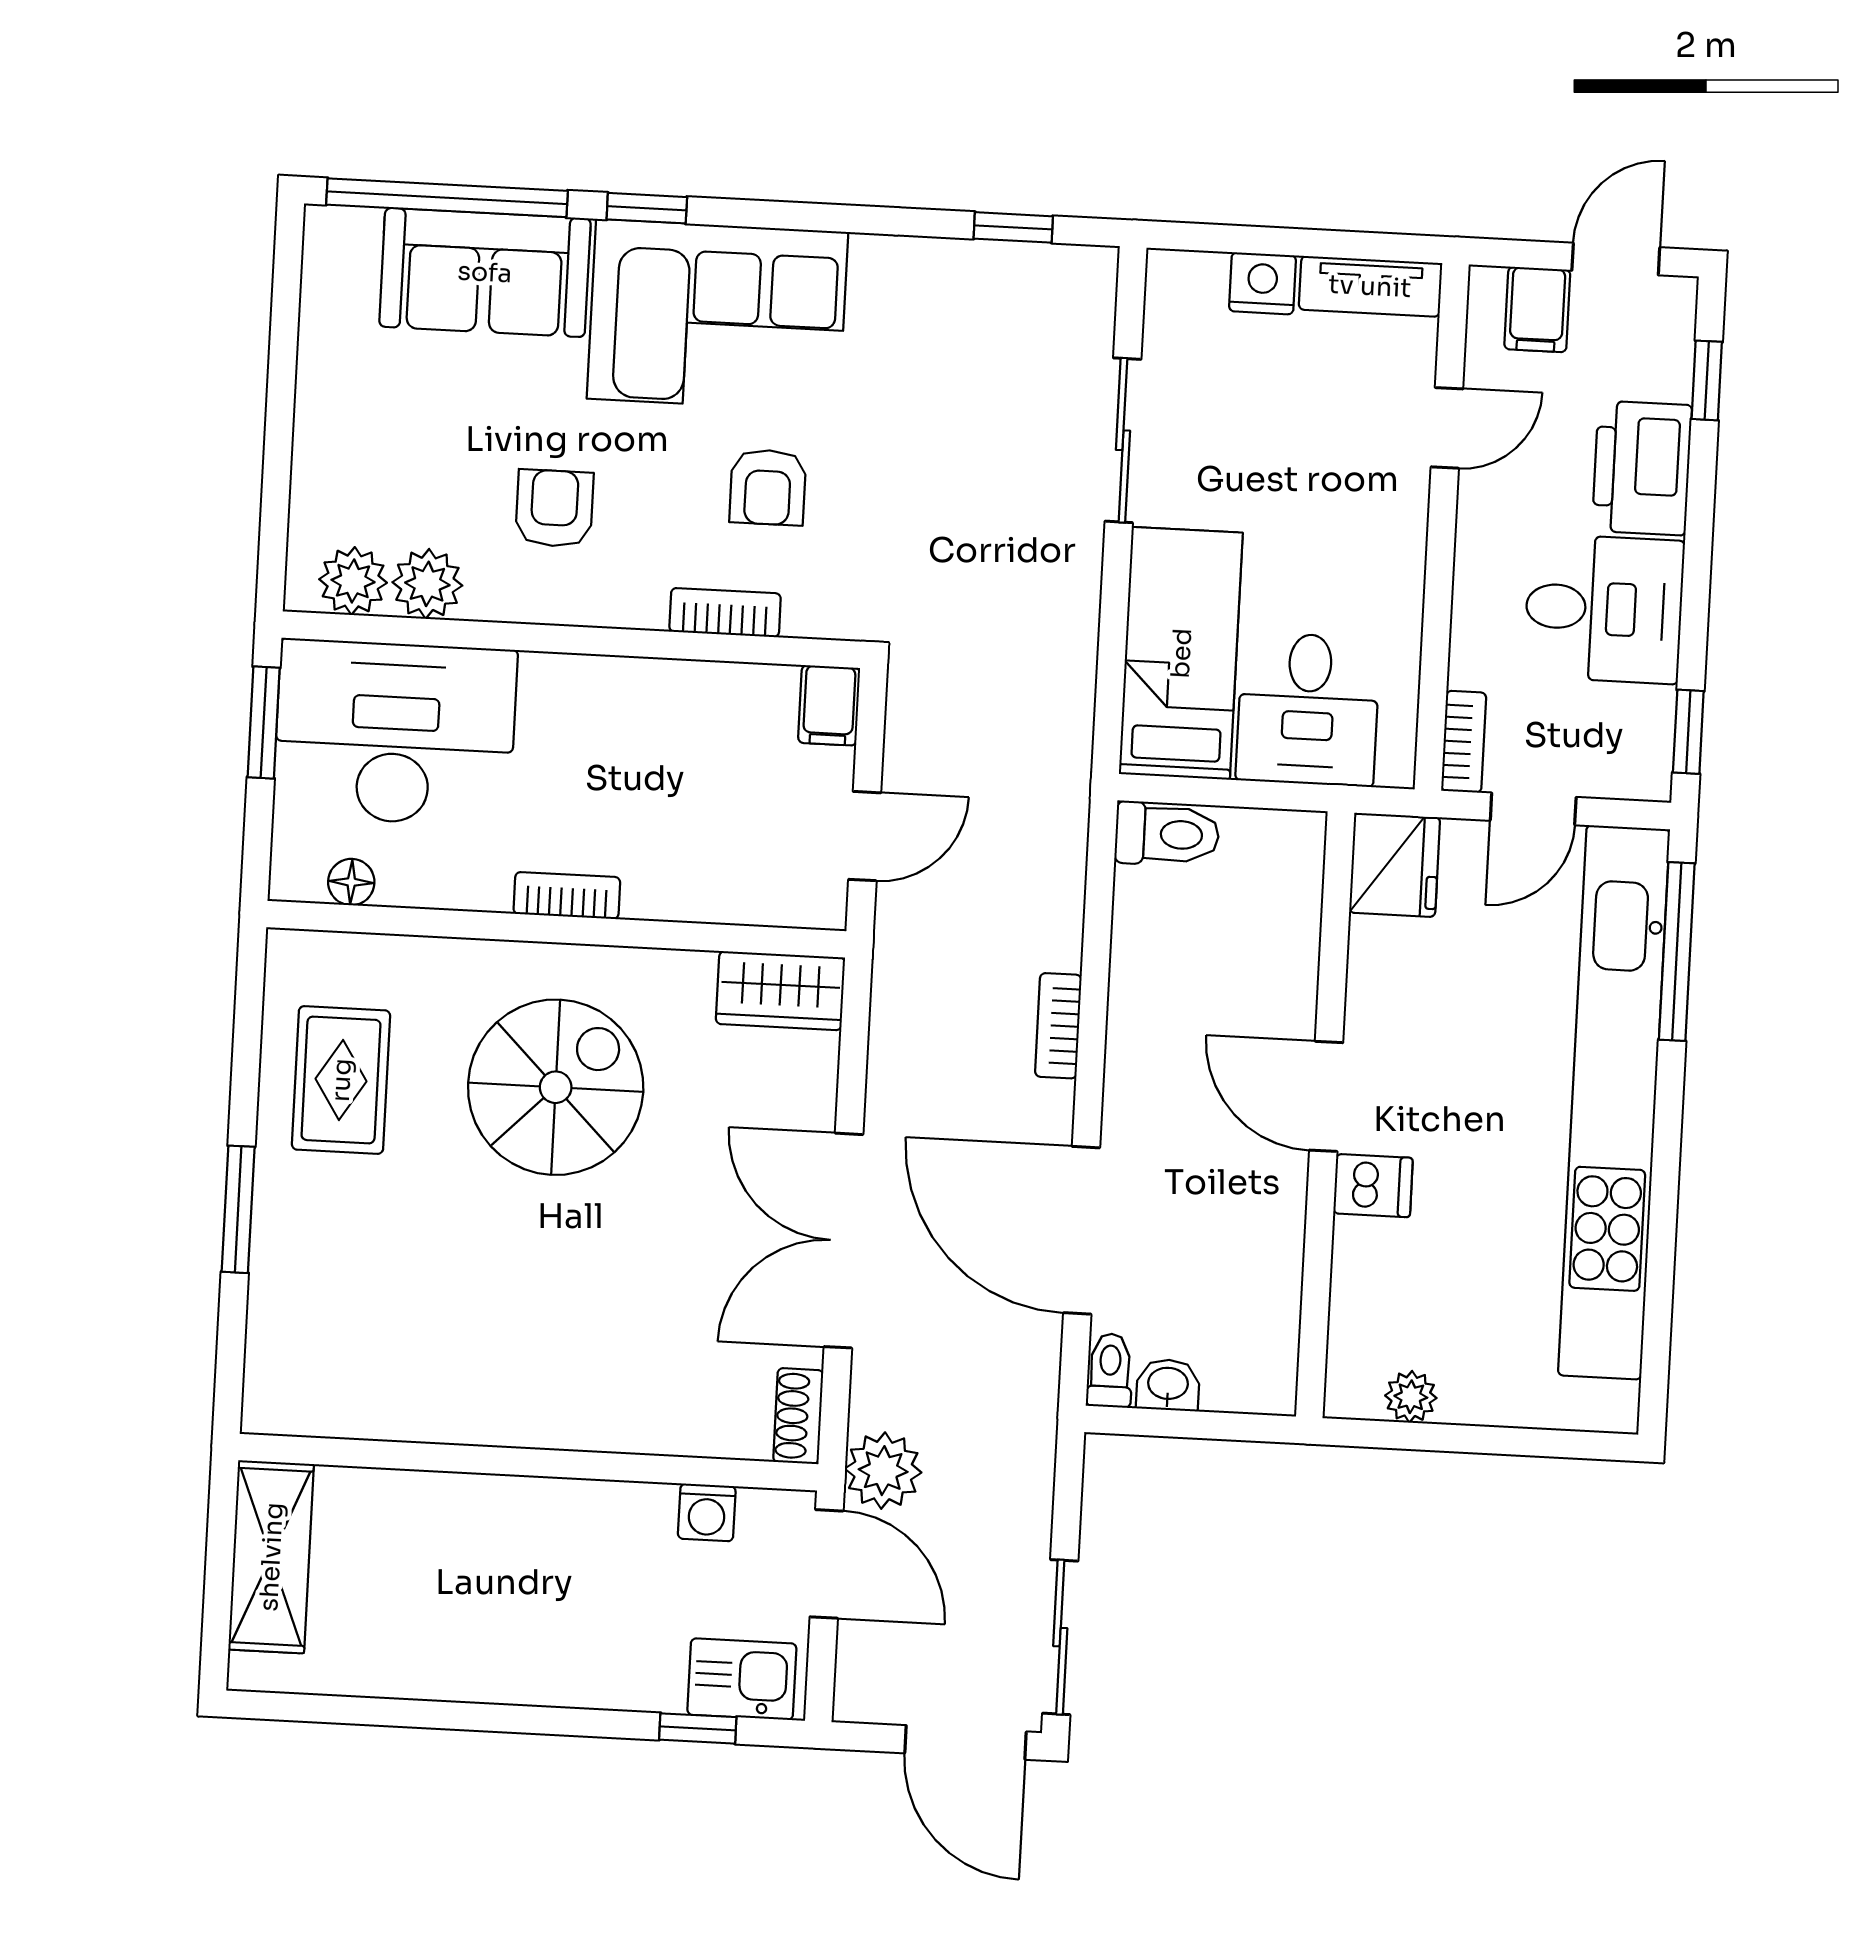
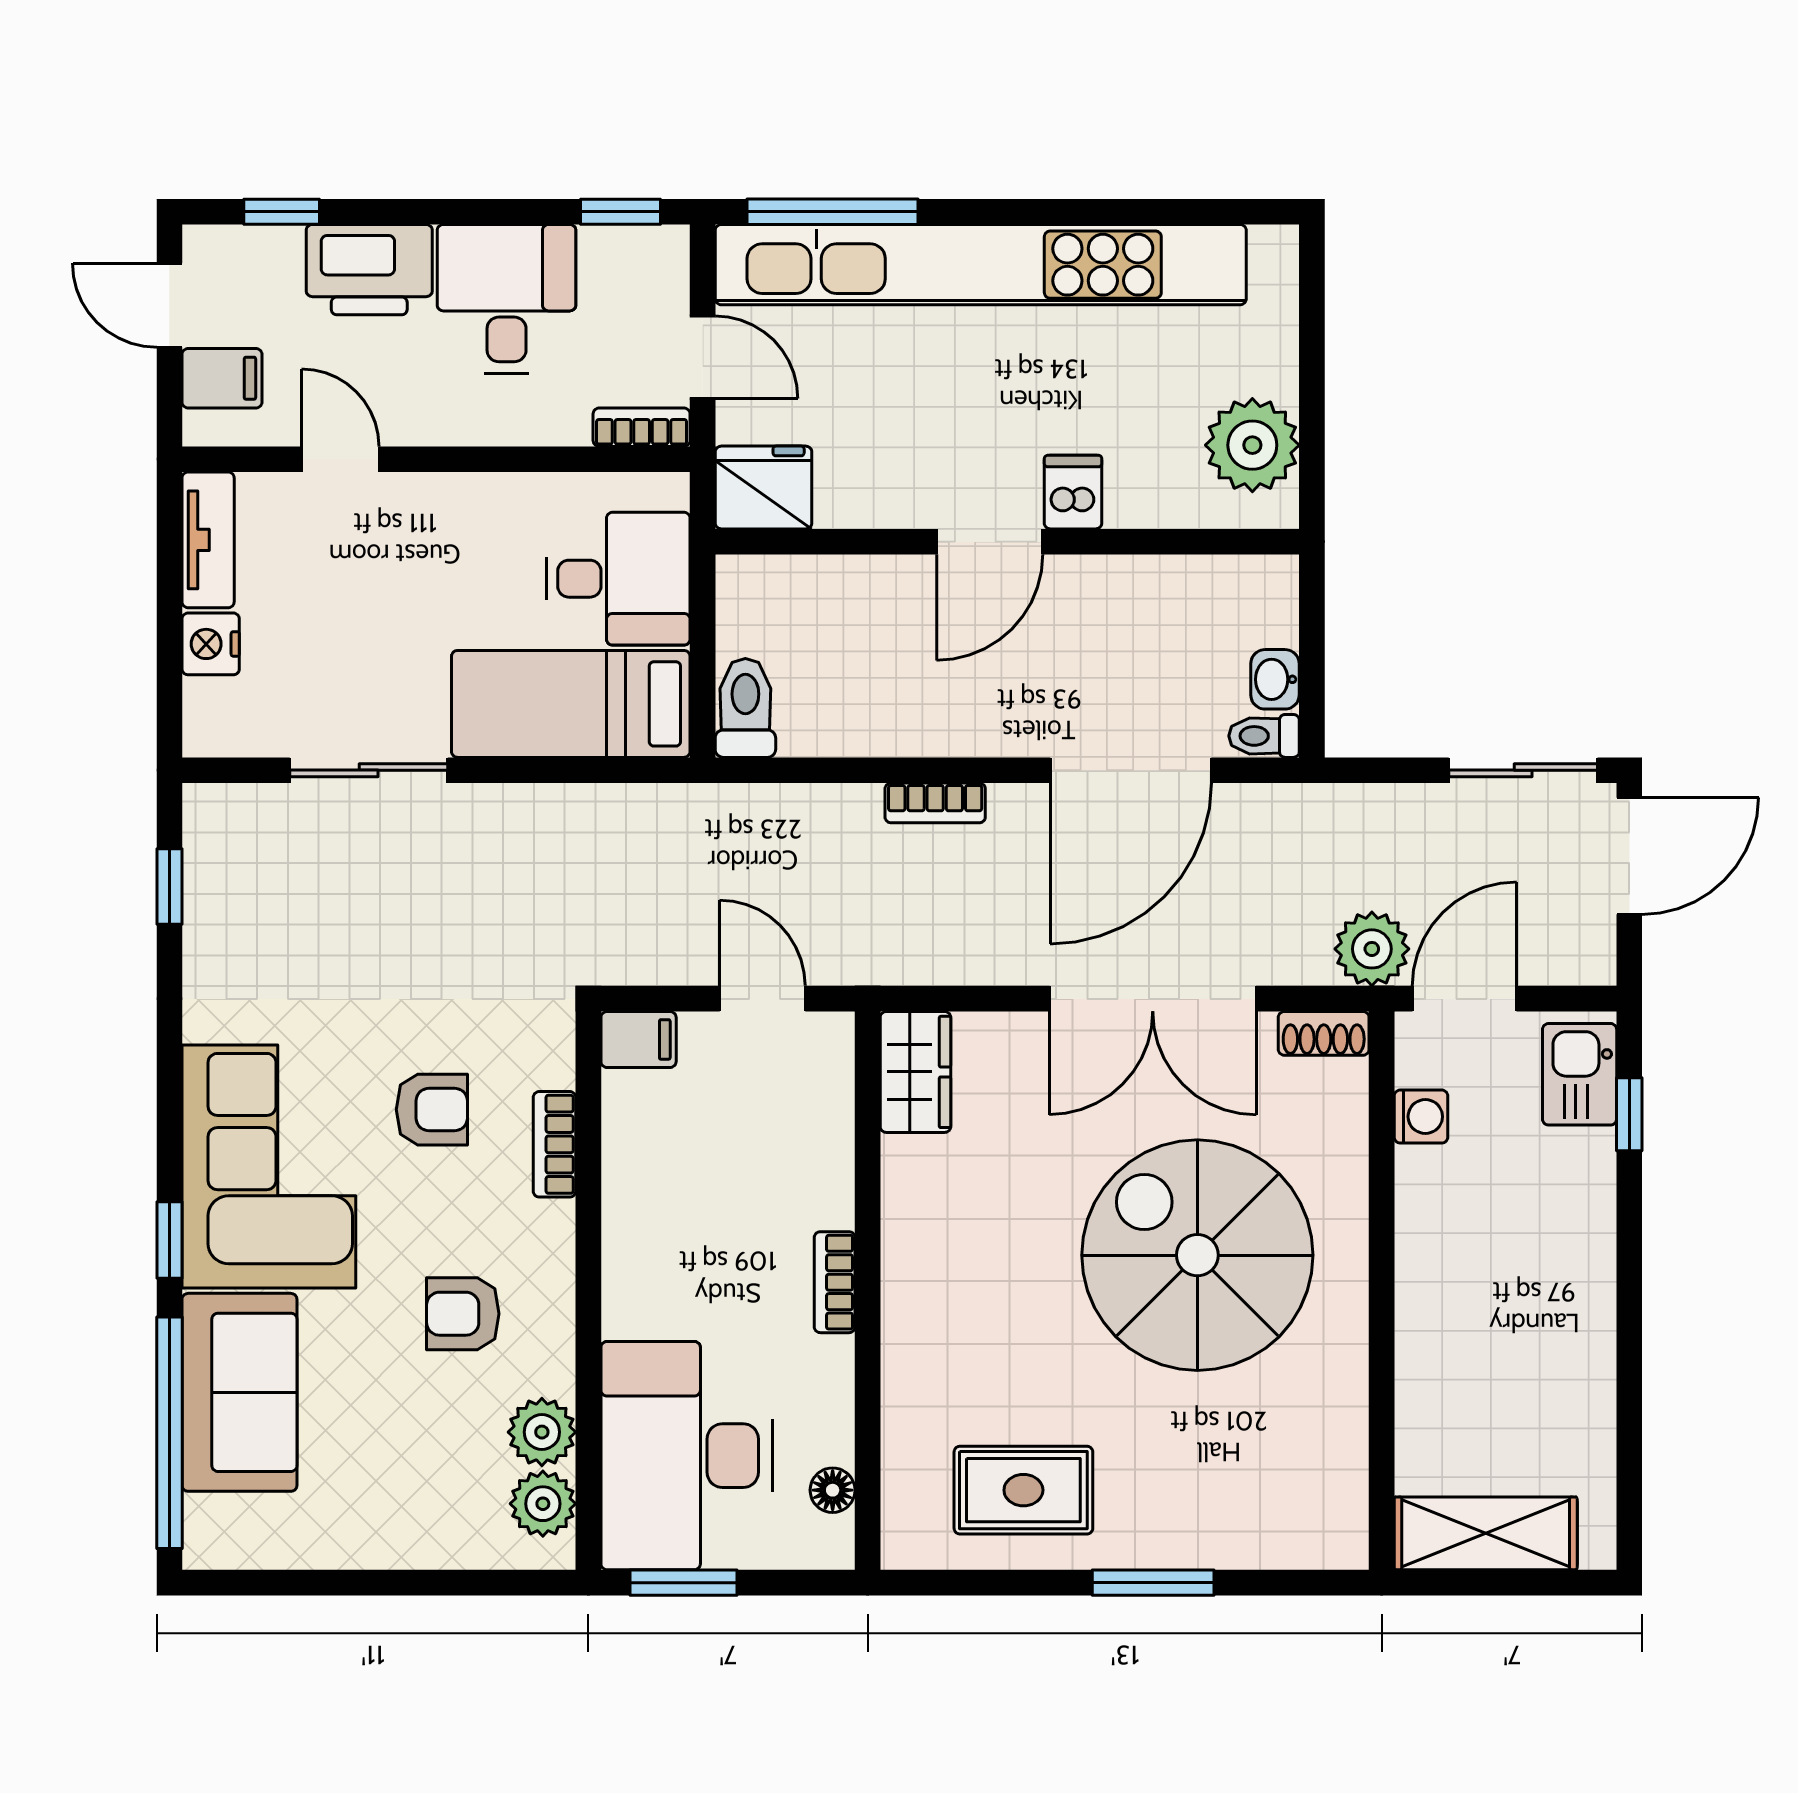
spiral stairs: (556, 1087) -> (1197, 1255), moved, width x1.37, depth x1.37
plant: (1411, 1397) -> (1252, 445), width x1.87, depth x1.87

